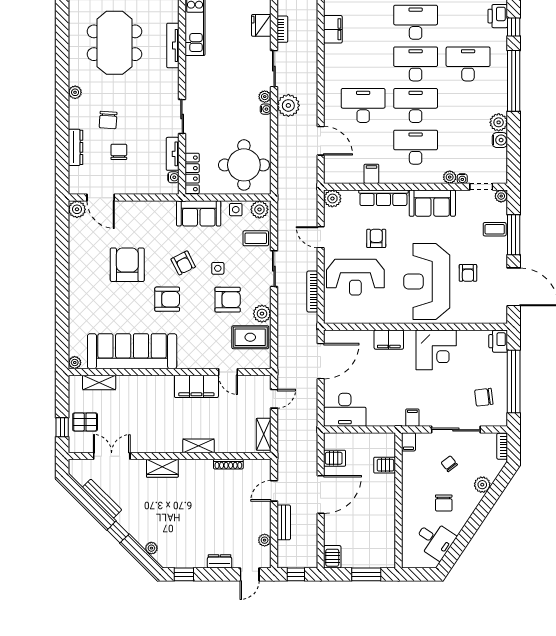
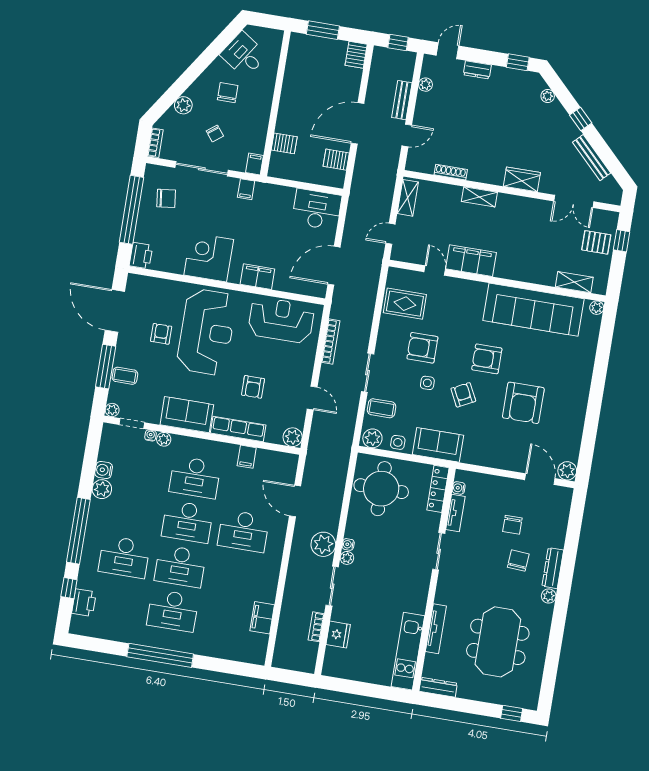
dresser: (76, 147) -> (553, 568), moved
reception desk: (355, 277) -> (281, 320), moved
plant: (262, 314) -> (388, 327), removed

